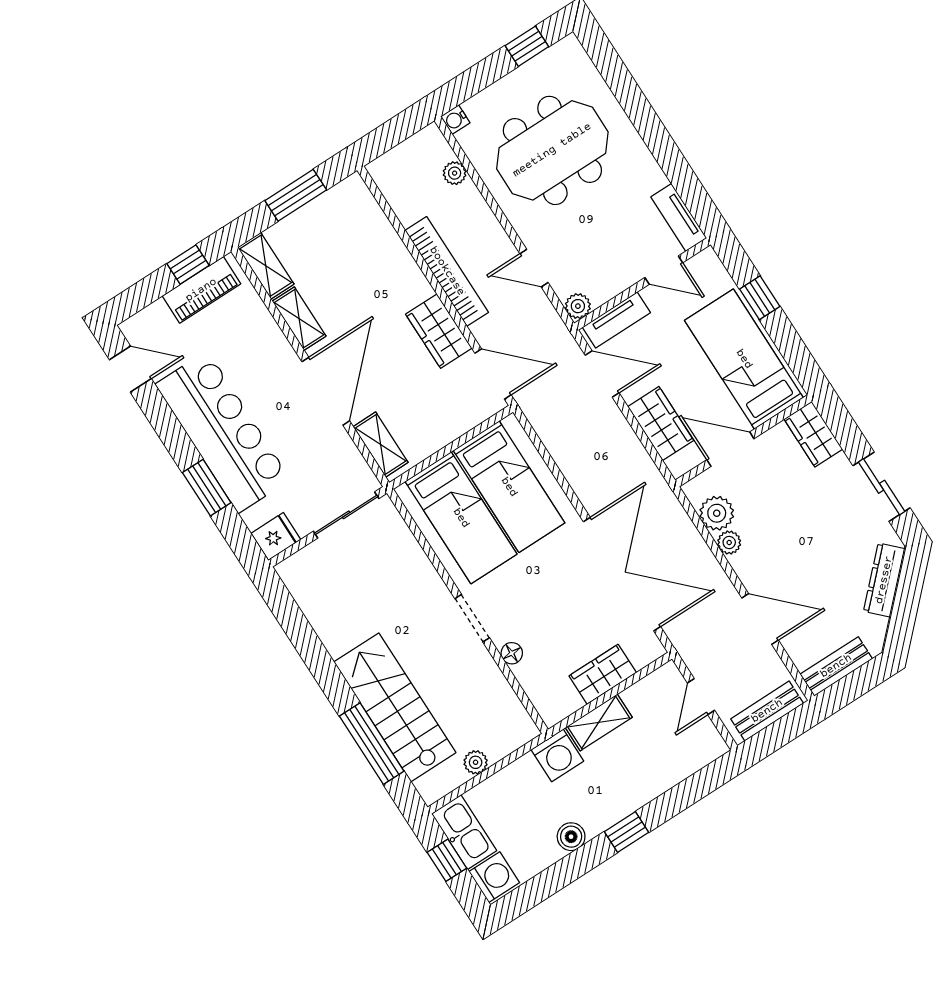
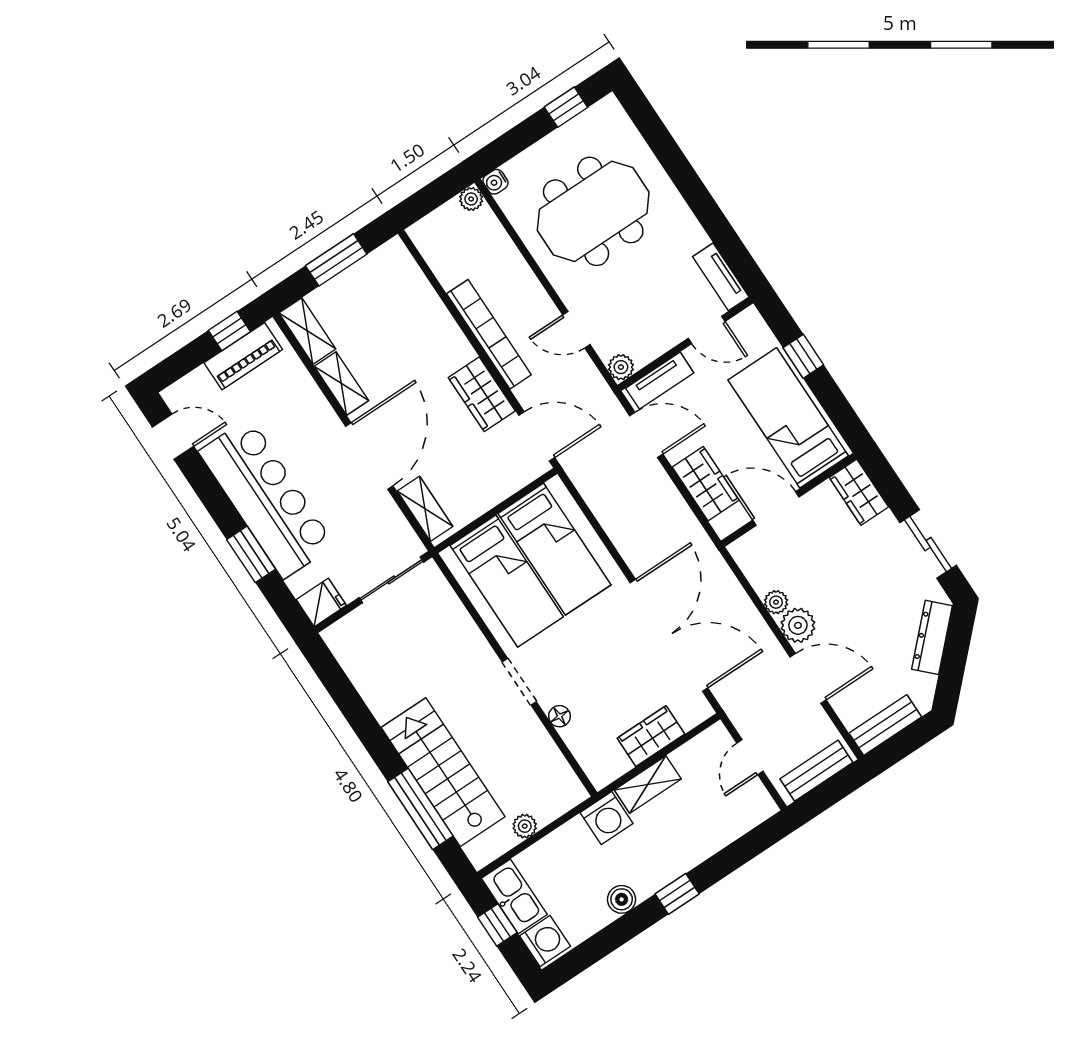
plant: (455, 173) -> (471, 199), moved
plant: (717, 513) -> (798, 625), moved

